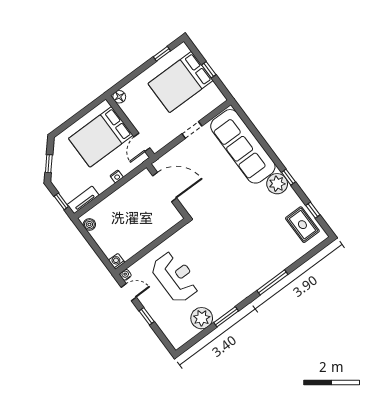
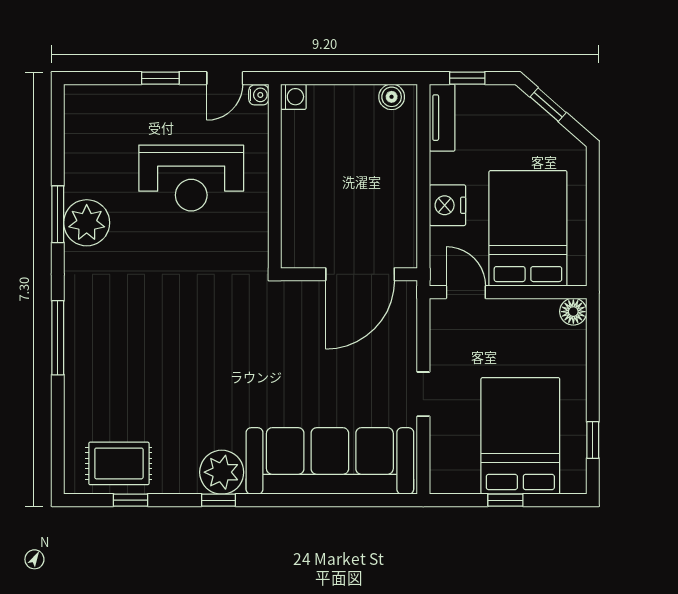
nightstand: (117, 176) -> (447, 205), width x1.89, depth x1.79
plant: (202, 318) -> (87, 223), moved

